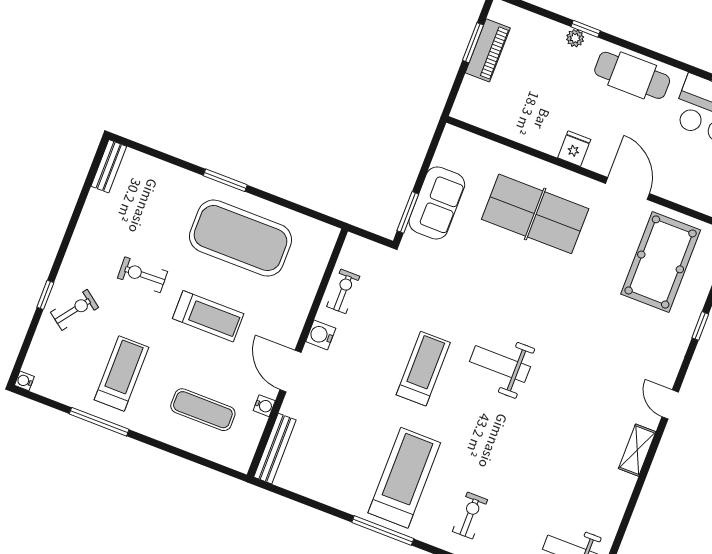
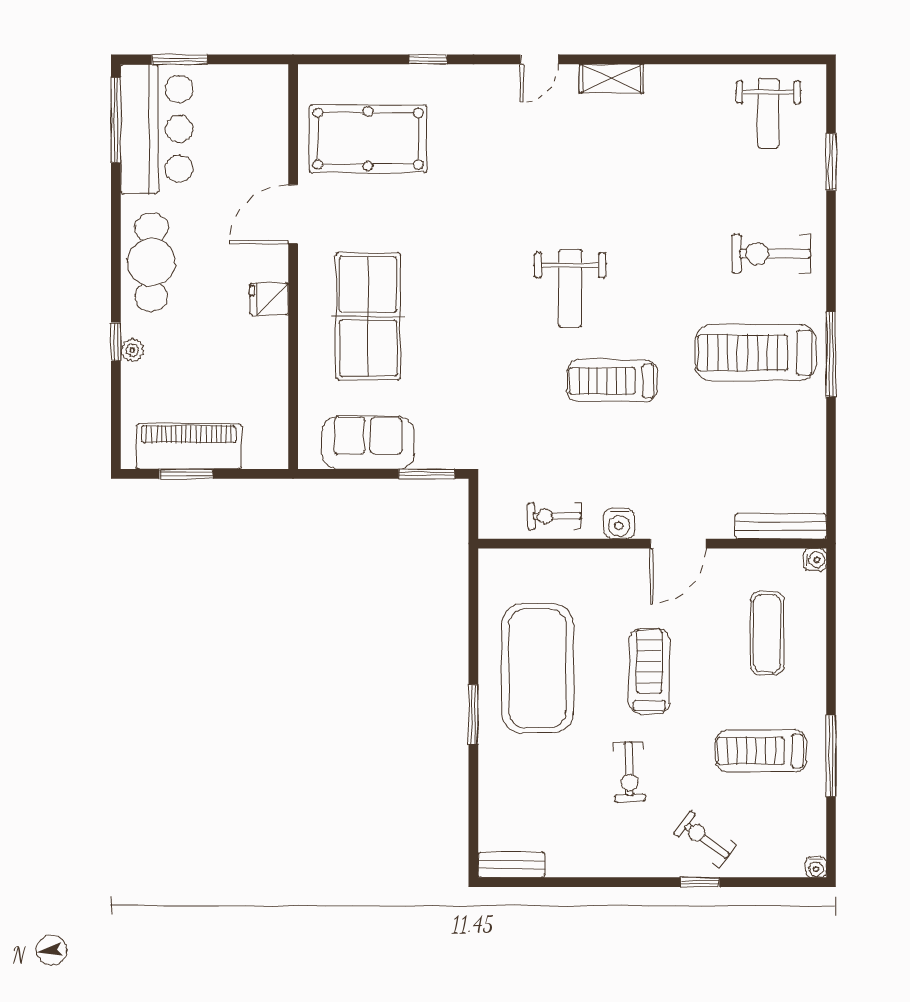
piano: (488, 50) -> (189, 446), width x1.37, depth x1.33
sofa: (437, 203) -> (368, 443), moved
water cooler: (264, 406) -> (815, 560), moved, turned 90
exercise bike: (470, 516) -> (771, 254), width x1.38, depth x1.39

